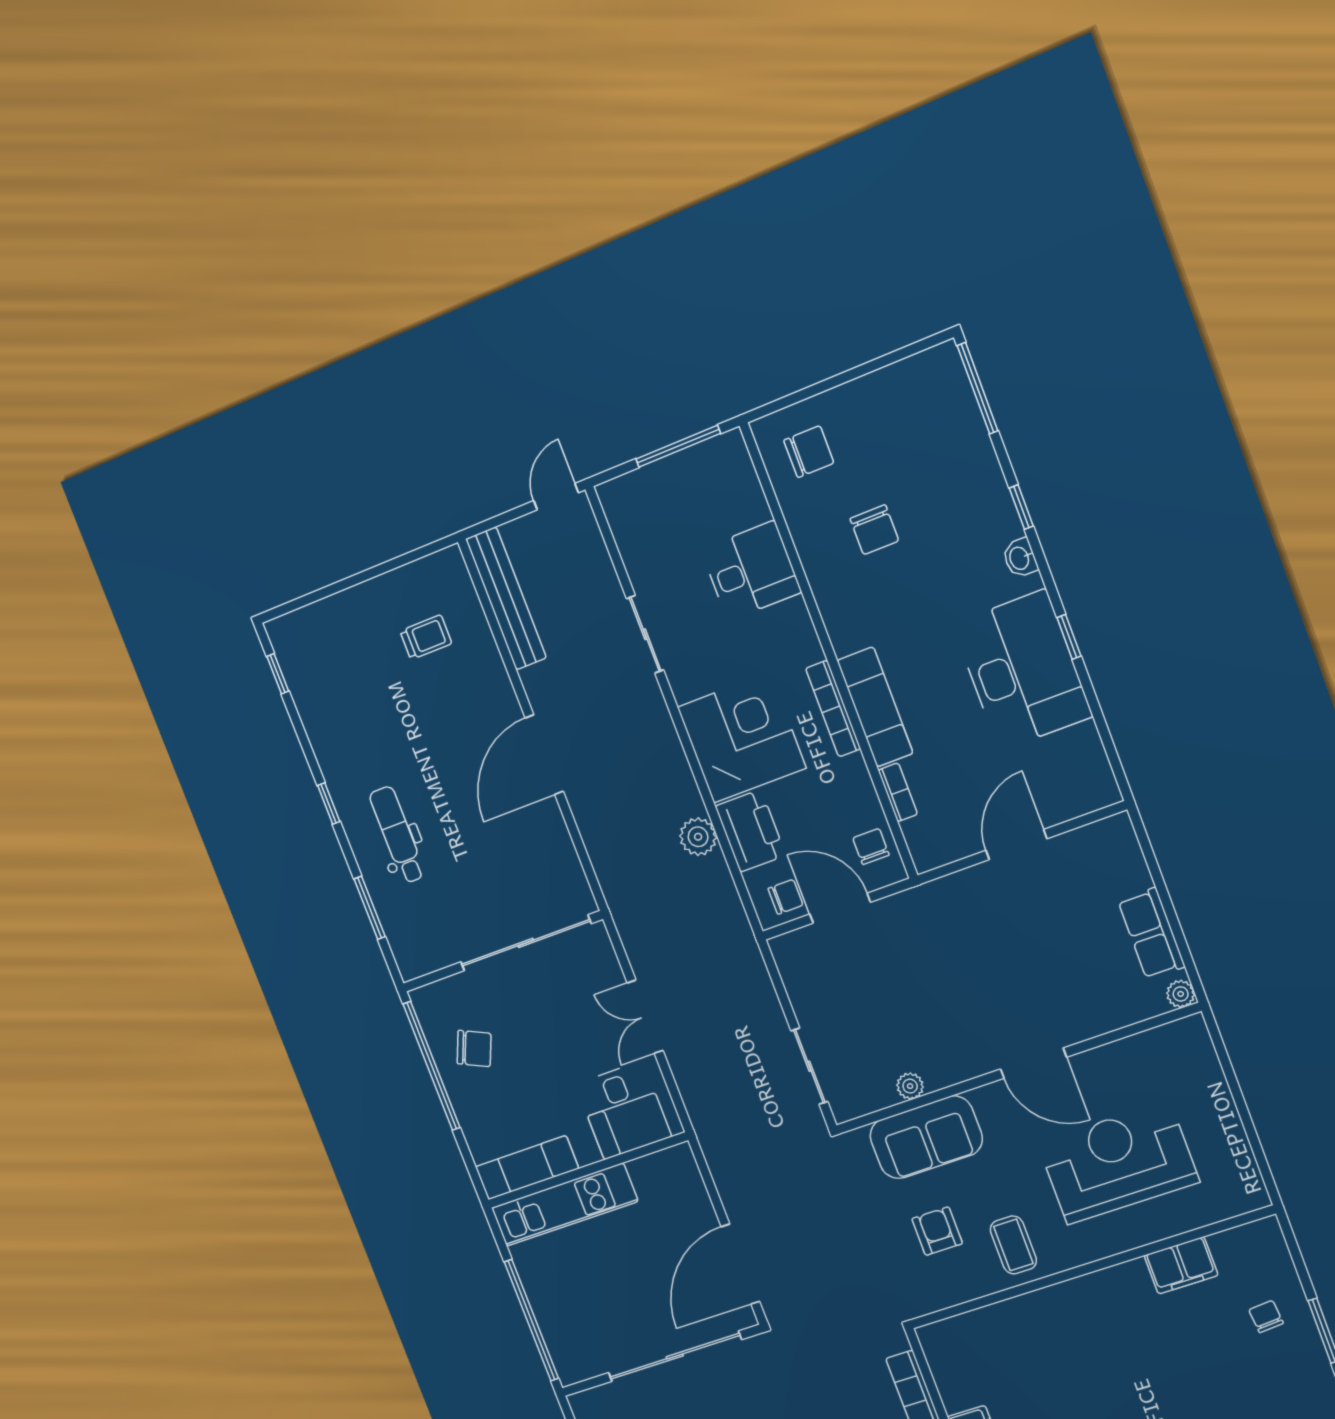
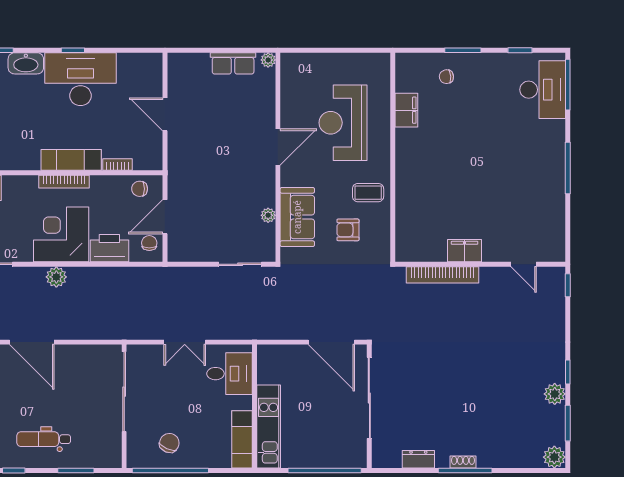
washbasin: (1020, 558) -> (26, 63), width x1.91, depth x1.45
plant: (698, 837) -> (56, 277), moved

